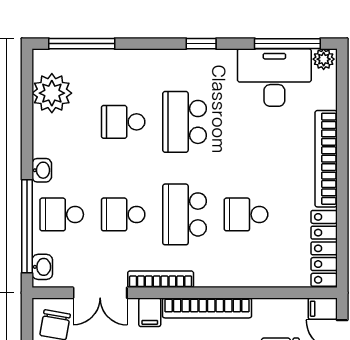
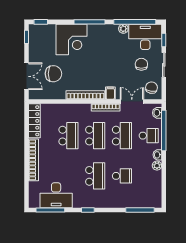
plant: (324, 59) -> (35, 203), removed
plant: (52, 93) -> (157, 166), moved, width x0.53, depth x0.53
school desk: (123, 214) -> (122, 136), width x1.85
school desk: (246, 214) -> (68, 136), width x1.85
filing cabinet: (323, 309) -> (35, 95), removed

